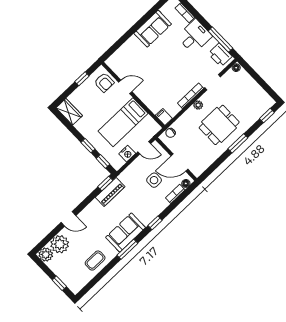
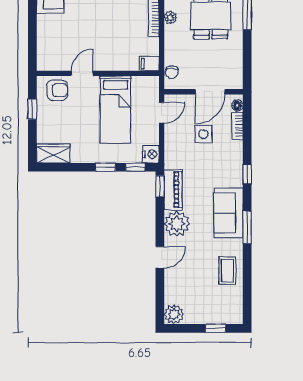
nightstand: (127, 154) -> (151, 154), moved
plant: (60, 244) -> (177, 224), moved

